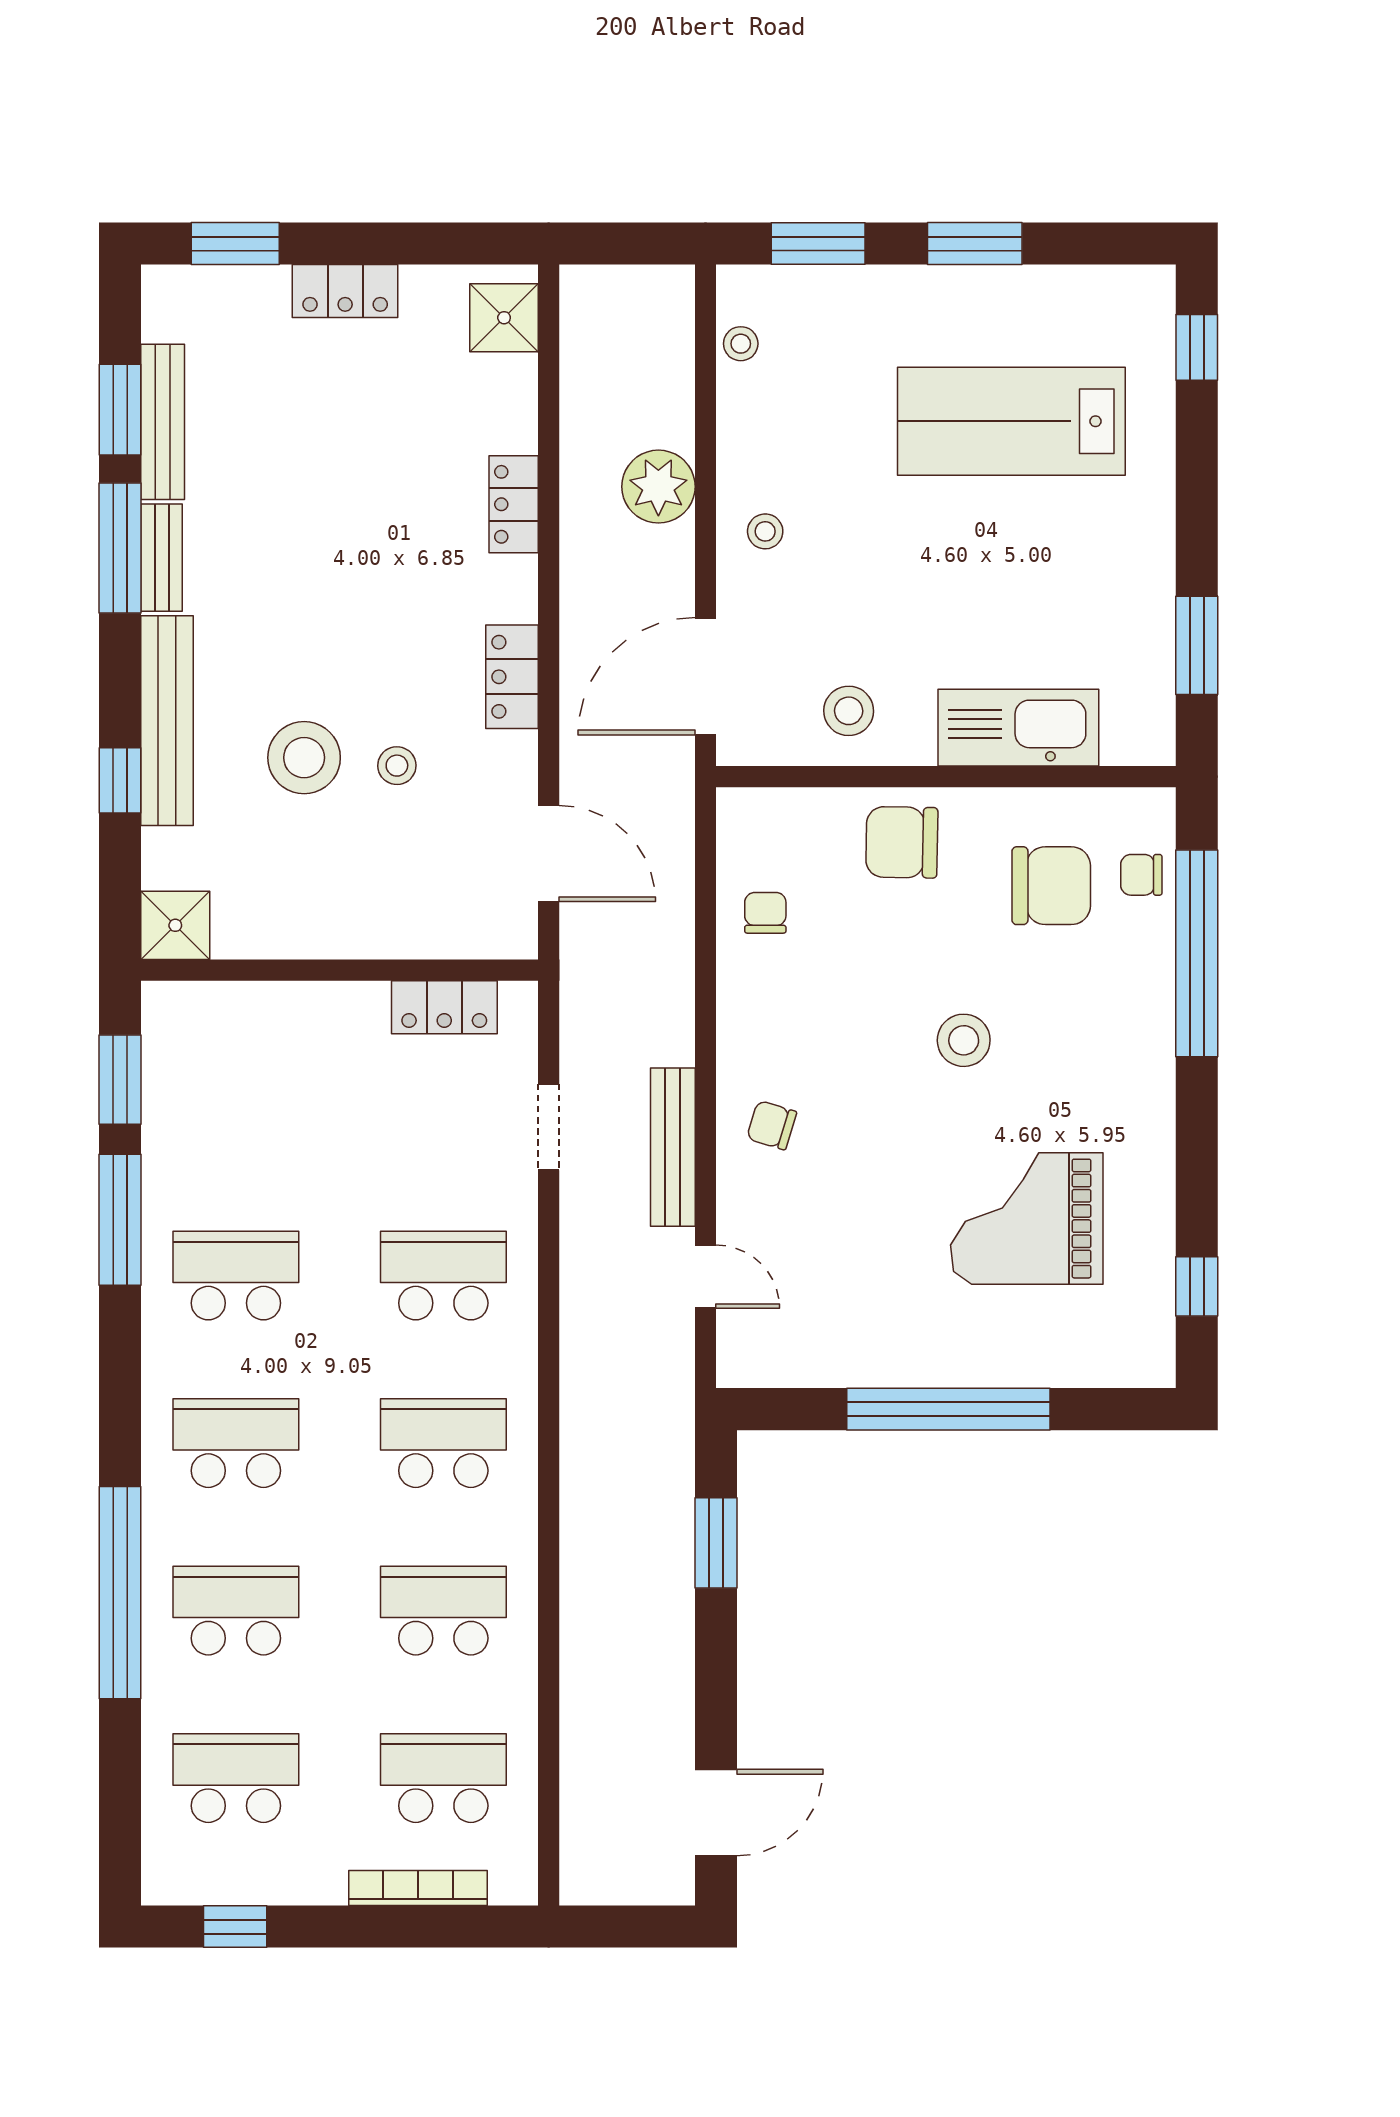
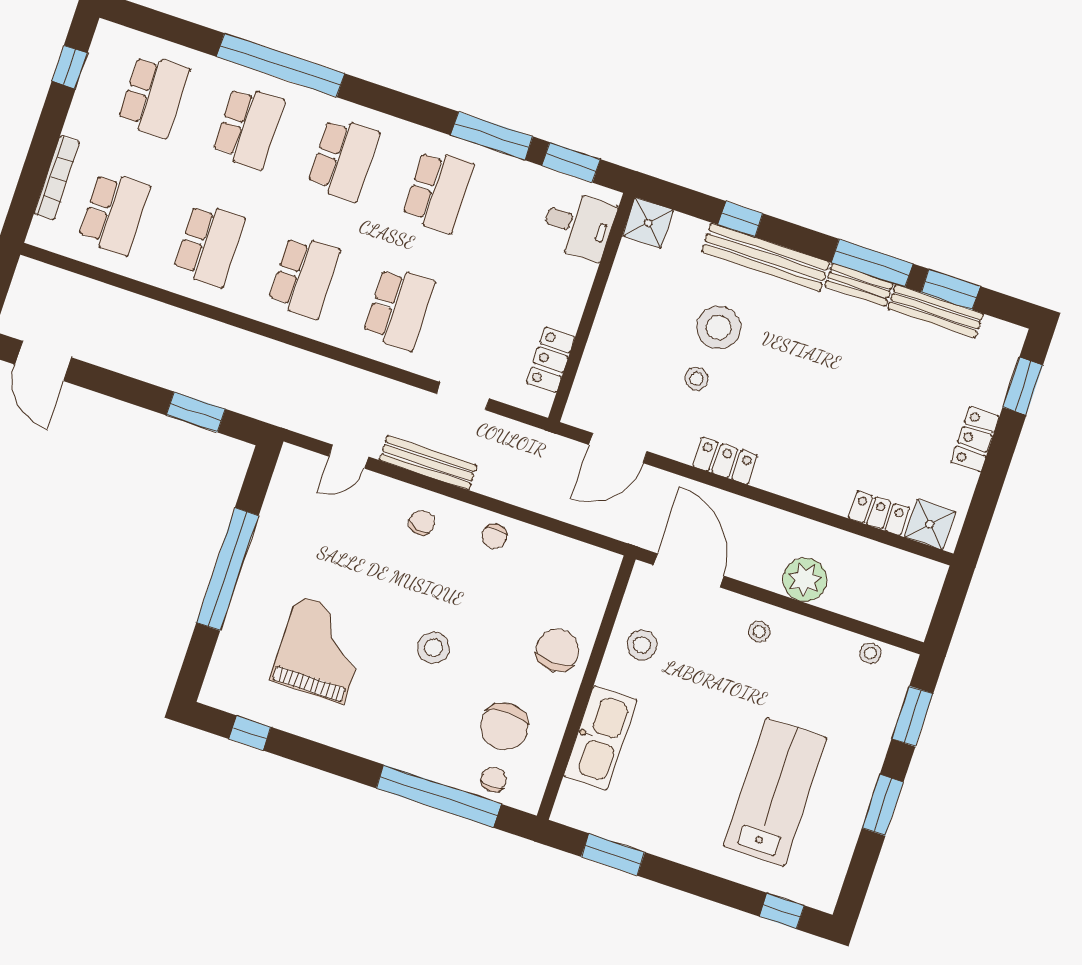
locker: (514, 504) -> (879, 513), moved
chair: (765, 913) -> (494, 536), moved, turned 90
desk: (216, 1035) -> (578, 225), added

